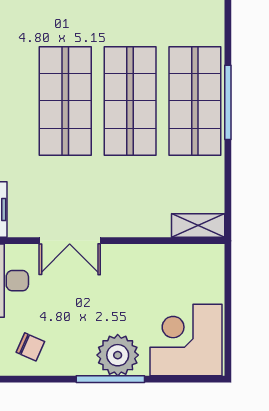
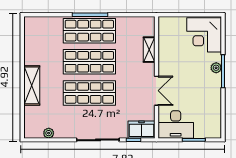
shelving: (198, 226) -> (149, 50), moved
chair: (30, 347) -> (207, 110), removed
plant: (118, 355) -> (216, 68), width x0.53, depth x0.53

